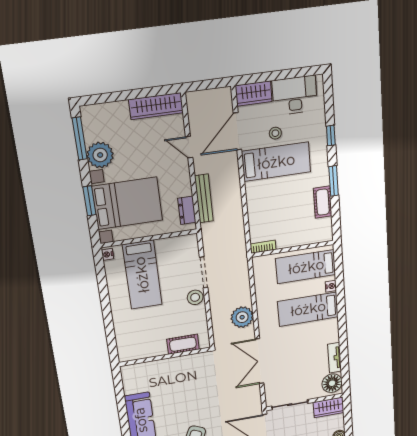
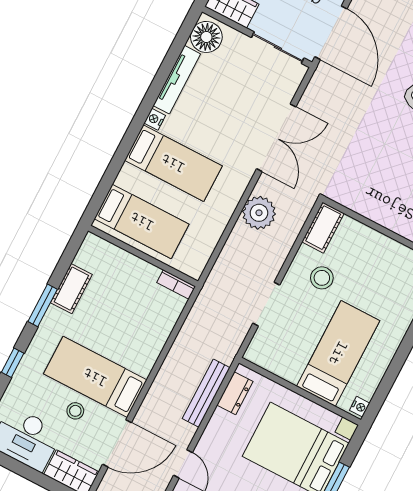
nightstand: (331, 286) -> (155, 119), moved
stool: (195, 297) -> (322, 278), moved
cot: (183, 344) -> (323, 228), moved, turned 90
tv unit: (335, 358) -> (177, 80), width x1.41

